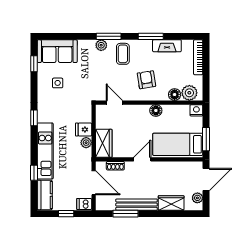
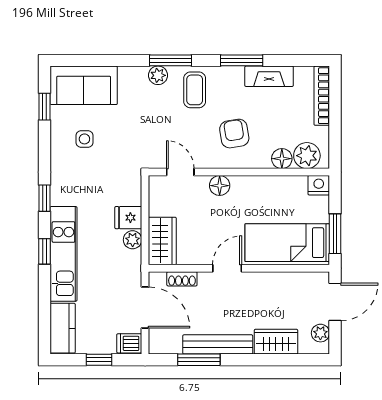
floor lamp: (156, 110) -> (220, 186), moved
window: (34, 173) -> (45, 251), moved

